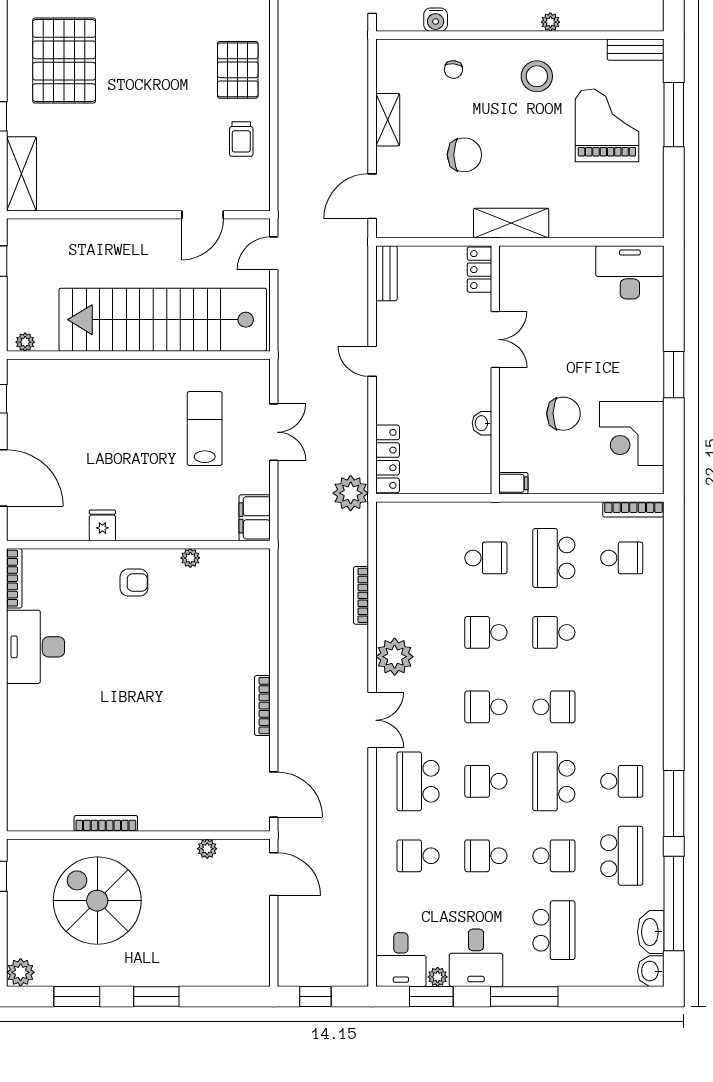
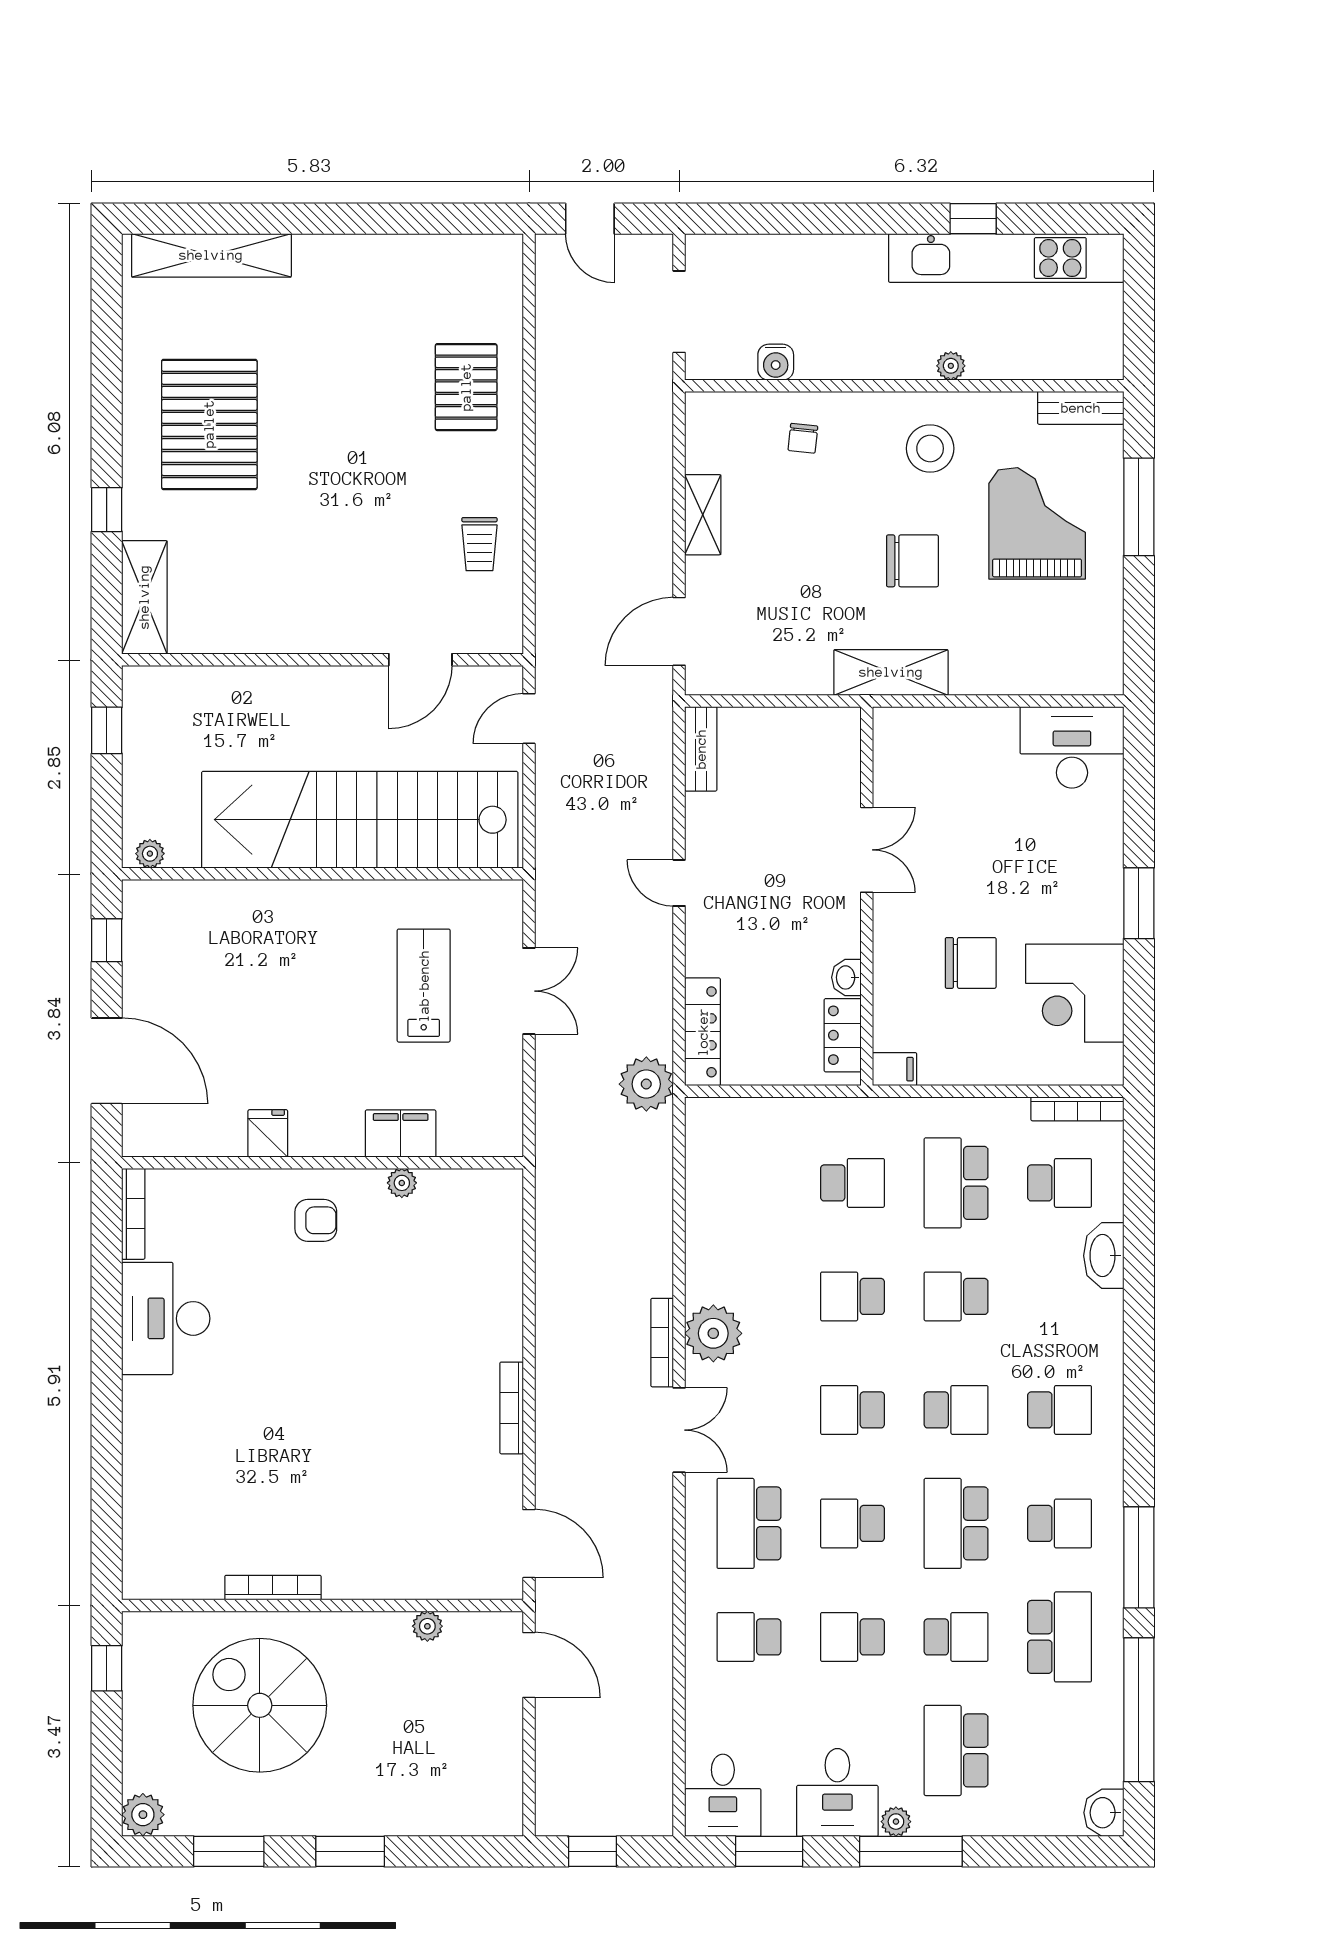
pallet: (238, 70) -> (466, 387), moved
chair: (464, 155) -> (912, 561), moved
locker: (479, 270) -> (843, 1035), moved
filing cabinet: (255, 518) -> (401, 1133), moved, turned 90
bookcase: (361, 595) -> (662, 1343), moved
school desk: (622, 707) -> (1060, 1410), added
school desk: (554, 930) -> (956, 1750), turned 180
washbasin: (651, 932) -> (1104, 1256), moved
plant: (438, 977) -> (896, 1822), moved

